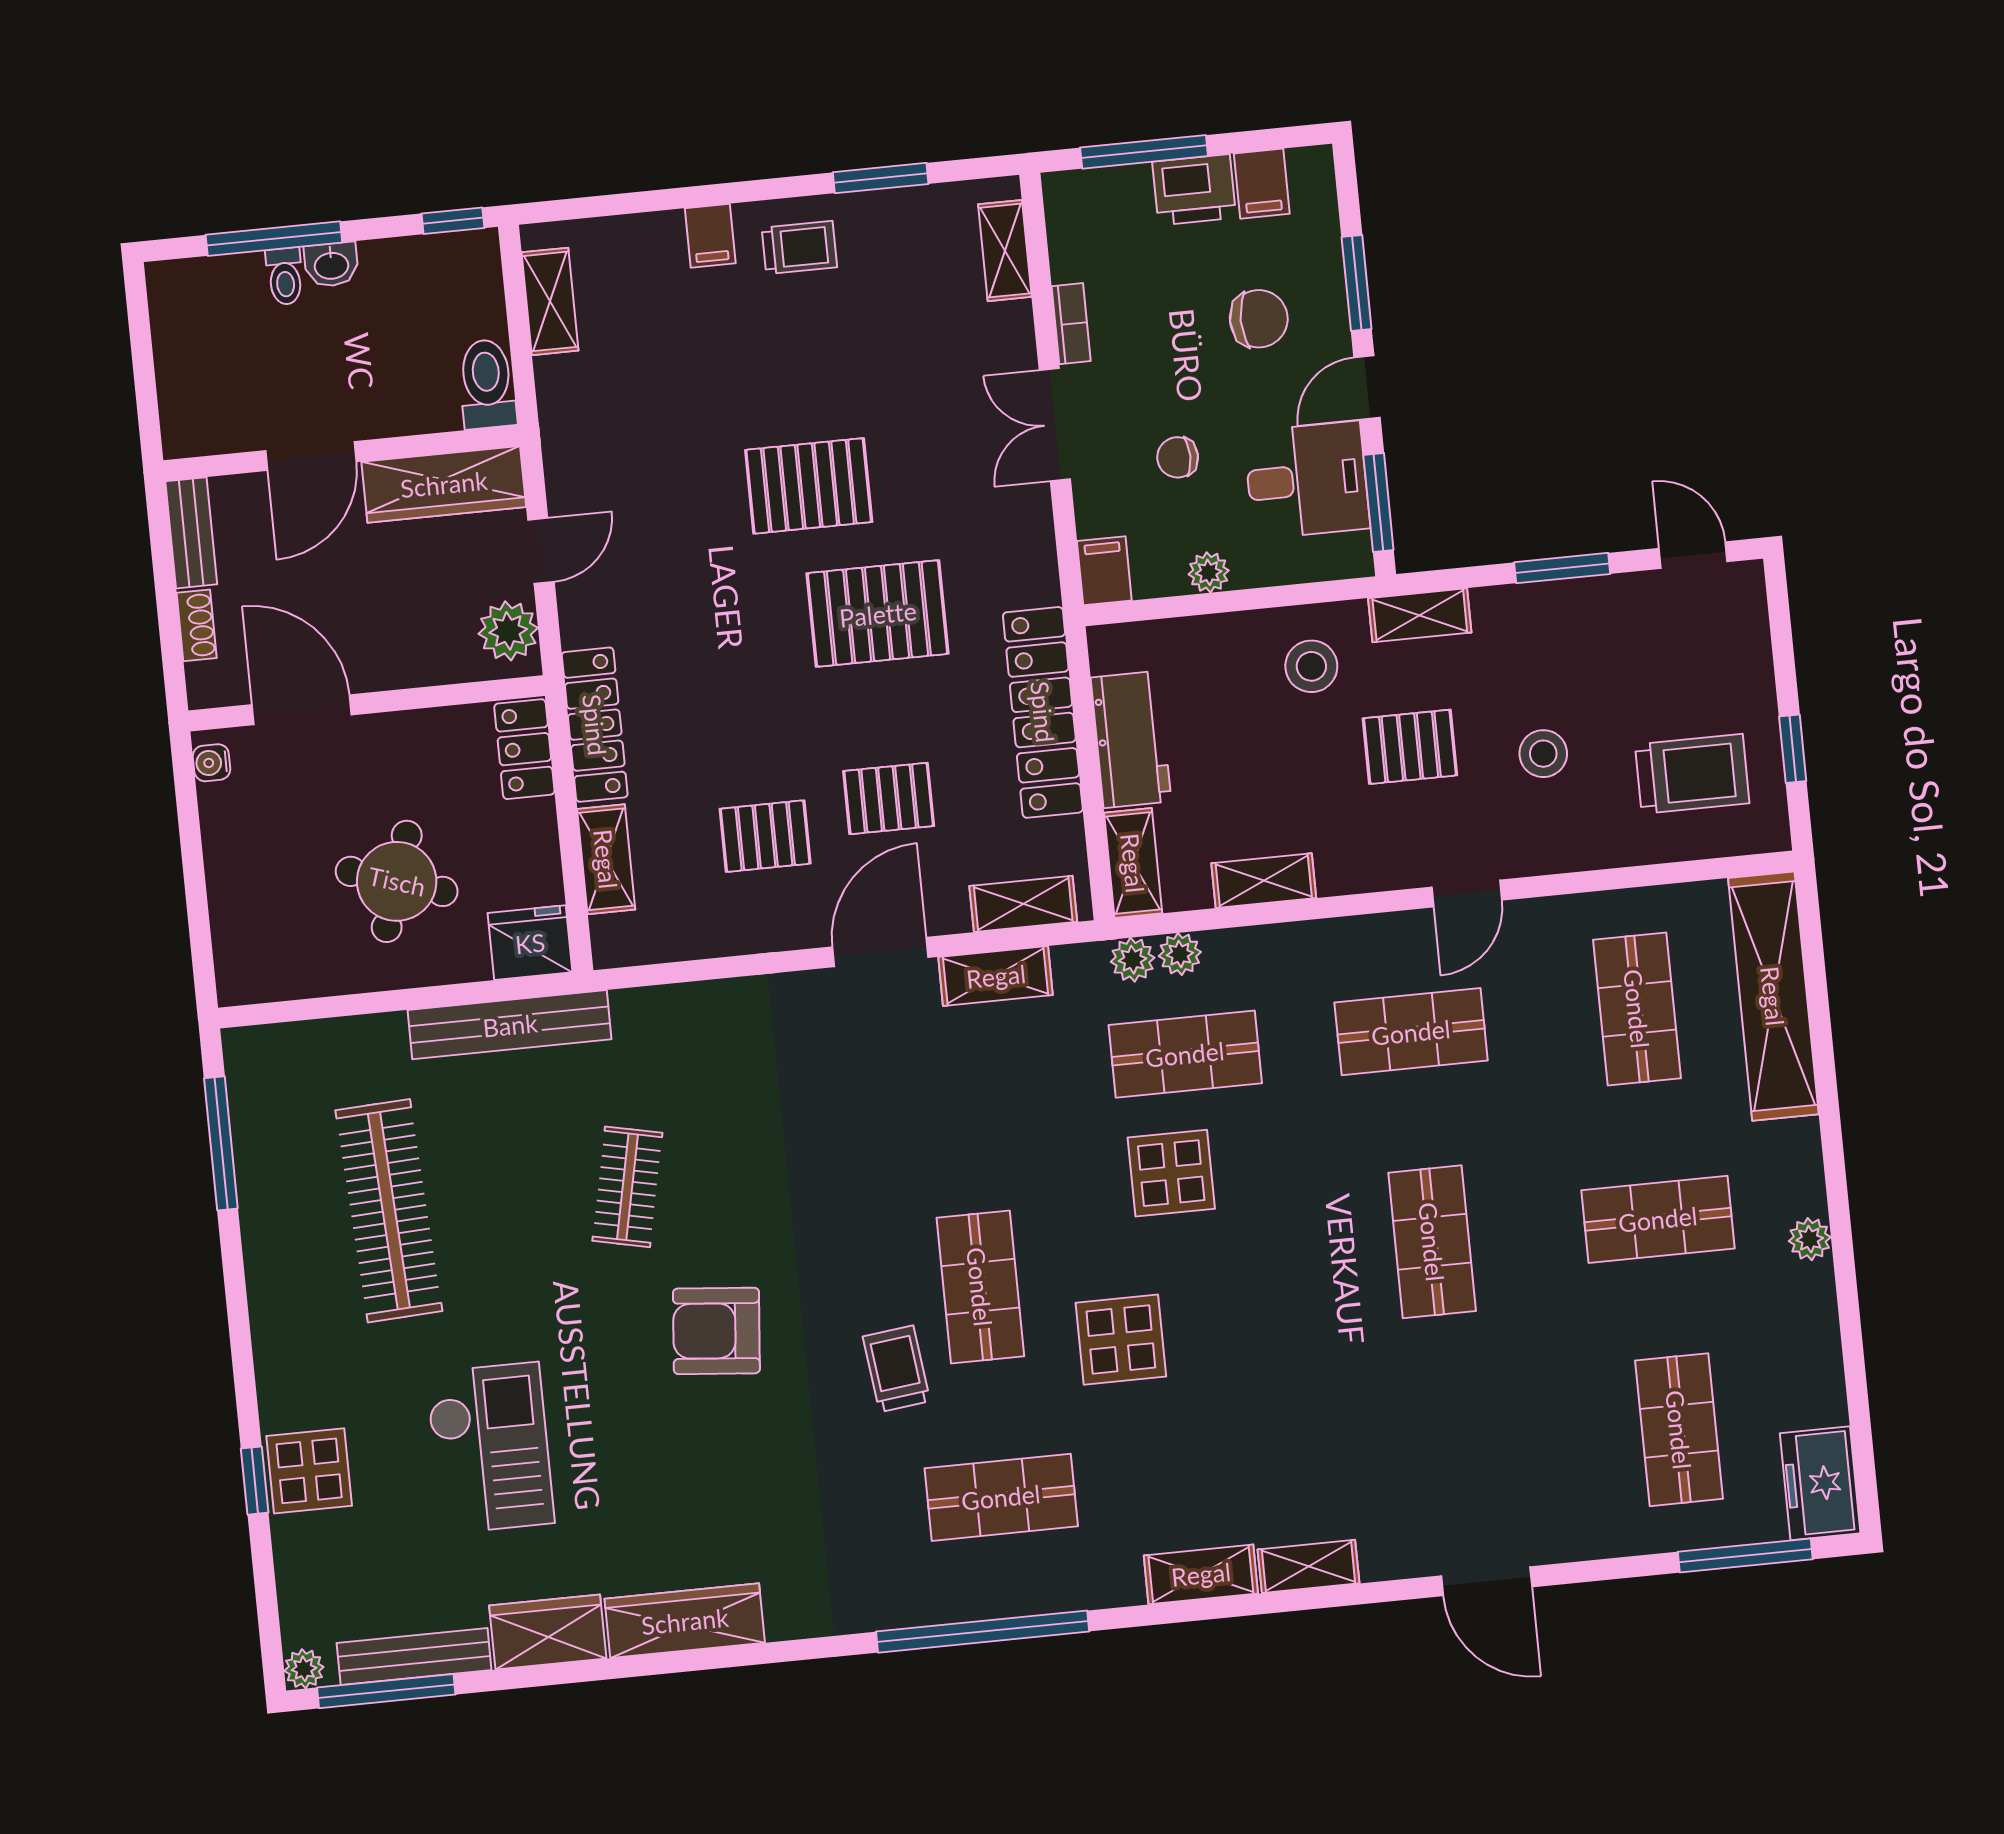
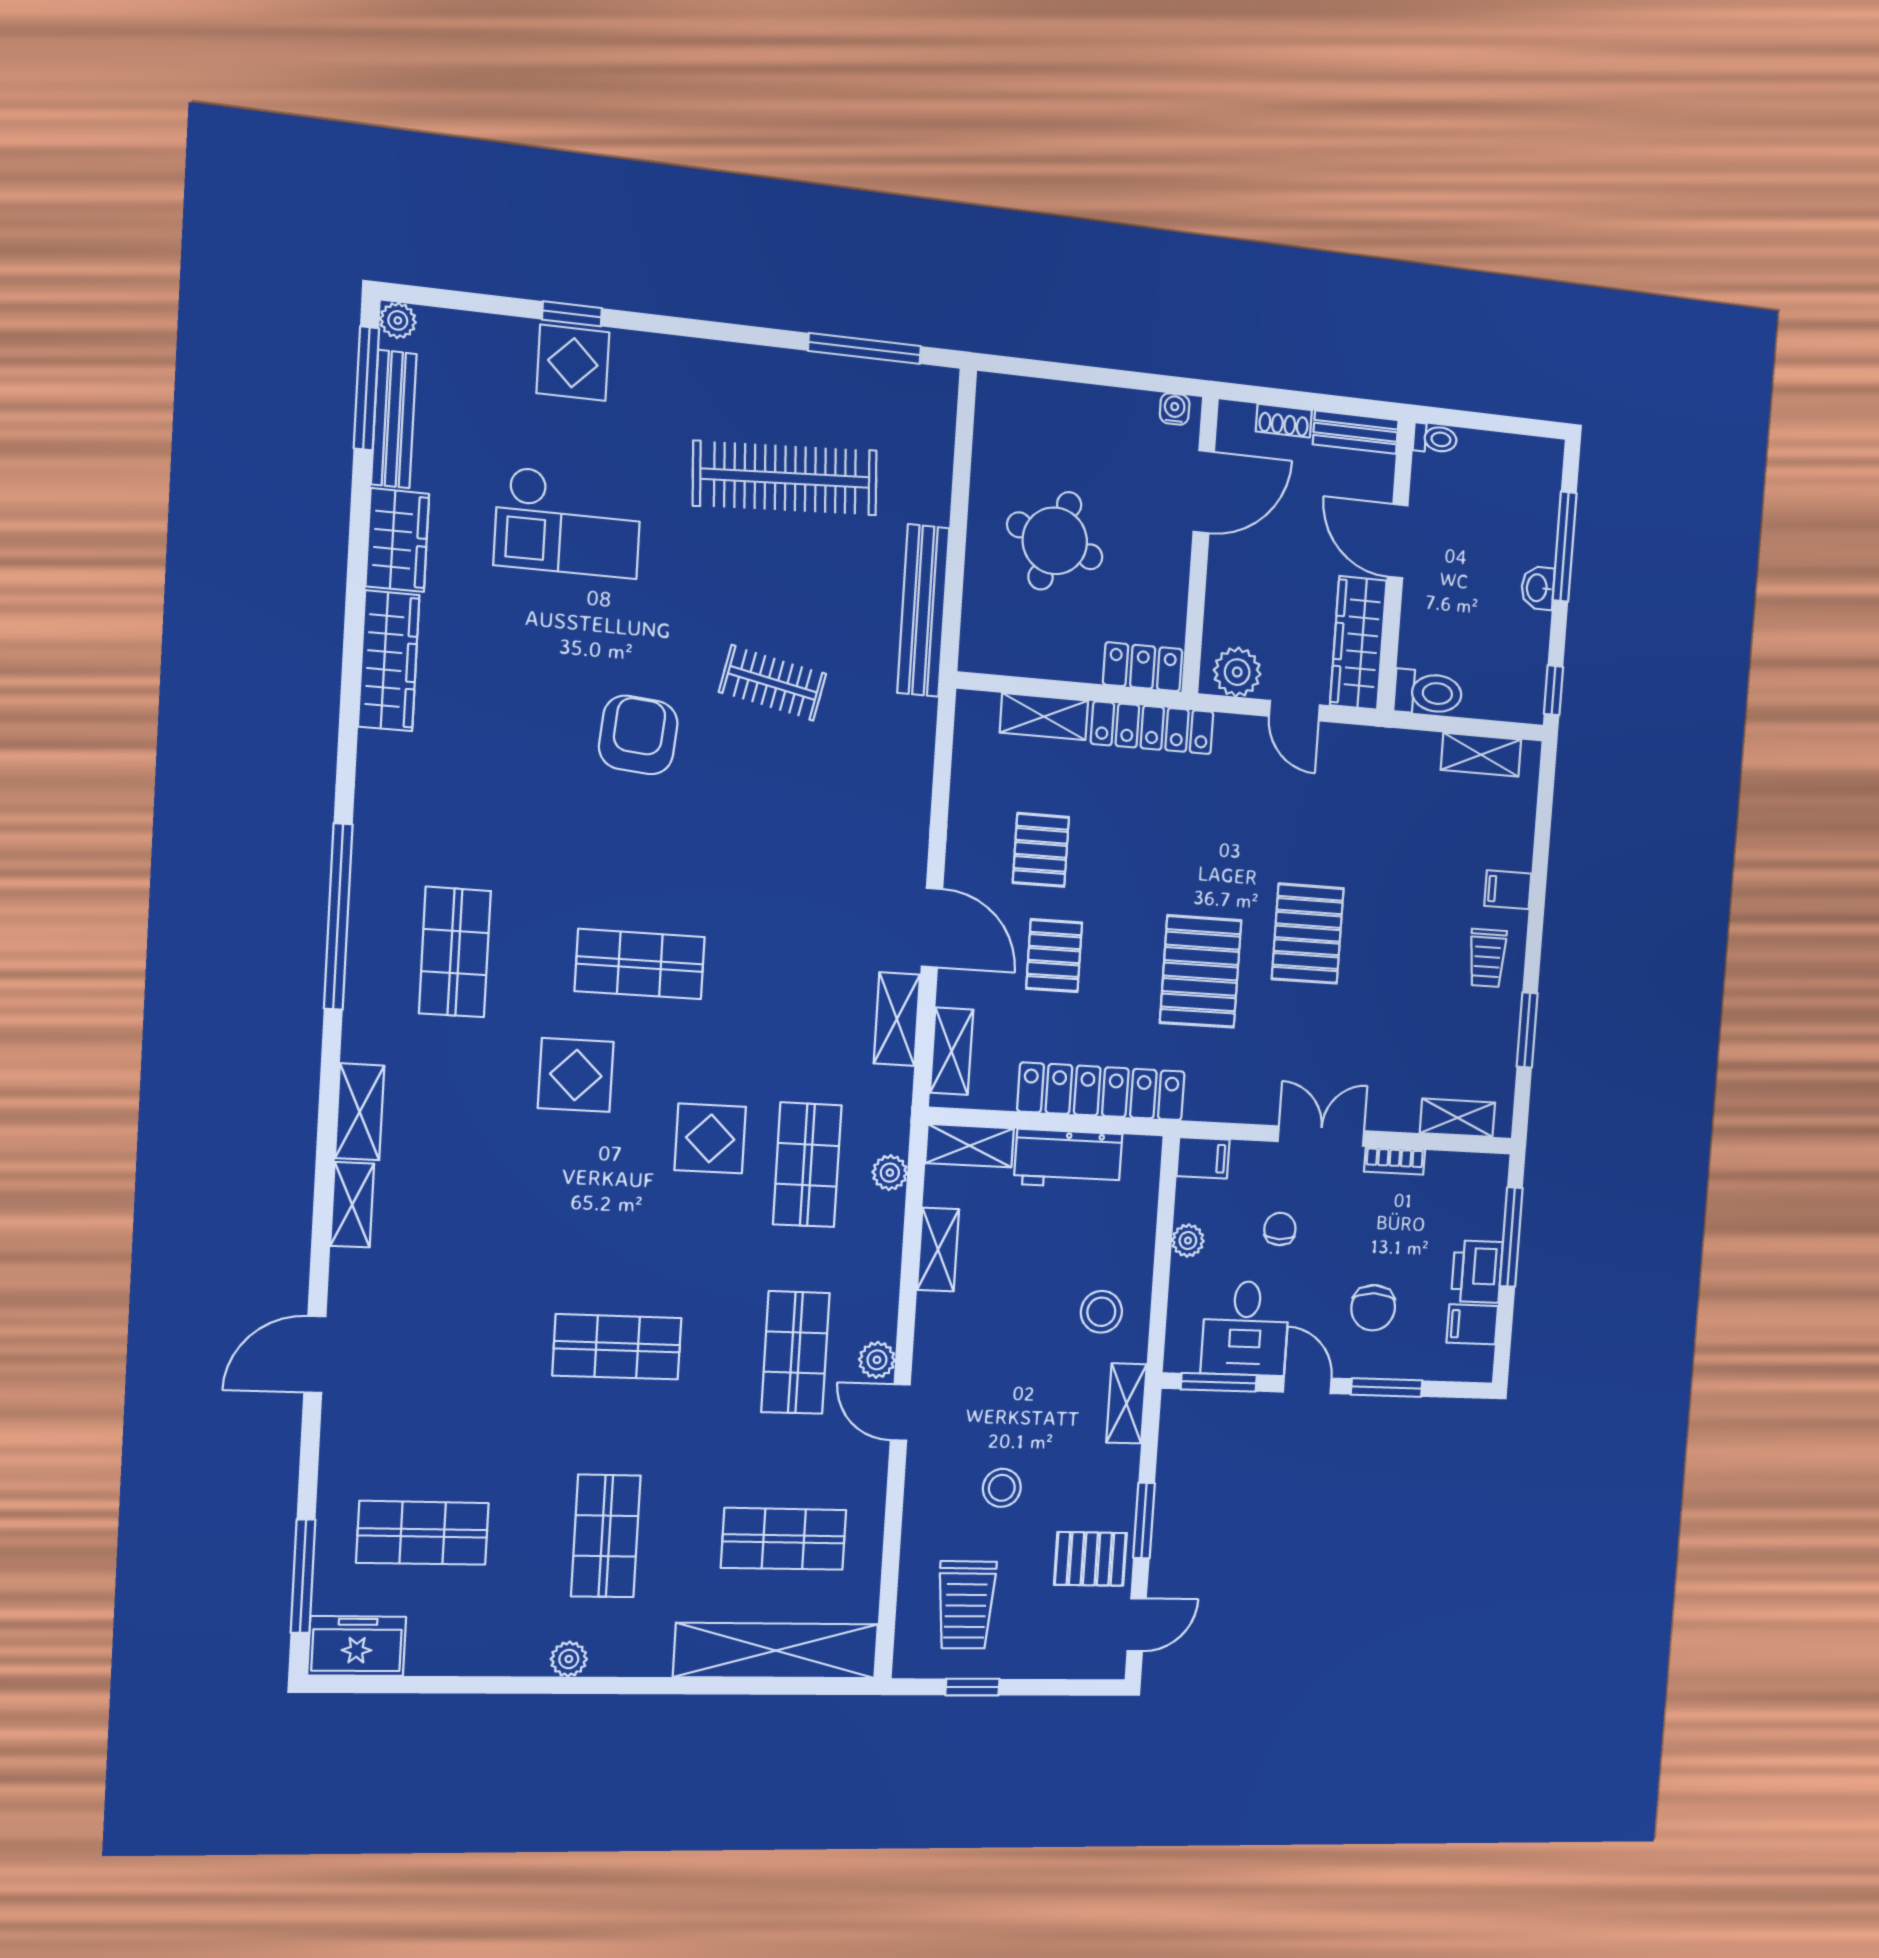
toilet: (285, 276) -> (1435, 439), moved, turned 180
pallet: (1410, 747) -> (1090, 1559), moved, turned 90
fridge: (530, 943) -> (987, 641), removed
plant: (1133, 960) -> (877, 1360), moved
trolley: (896, 1369) -> (581, 882), removed

